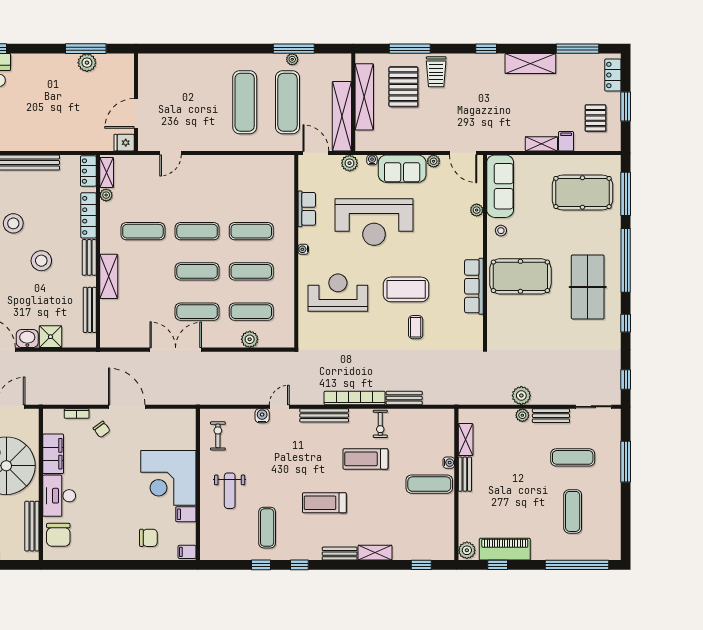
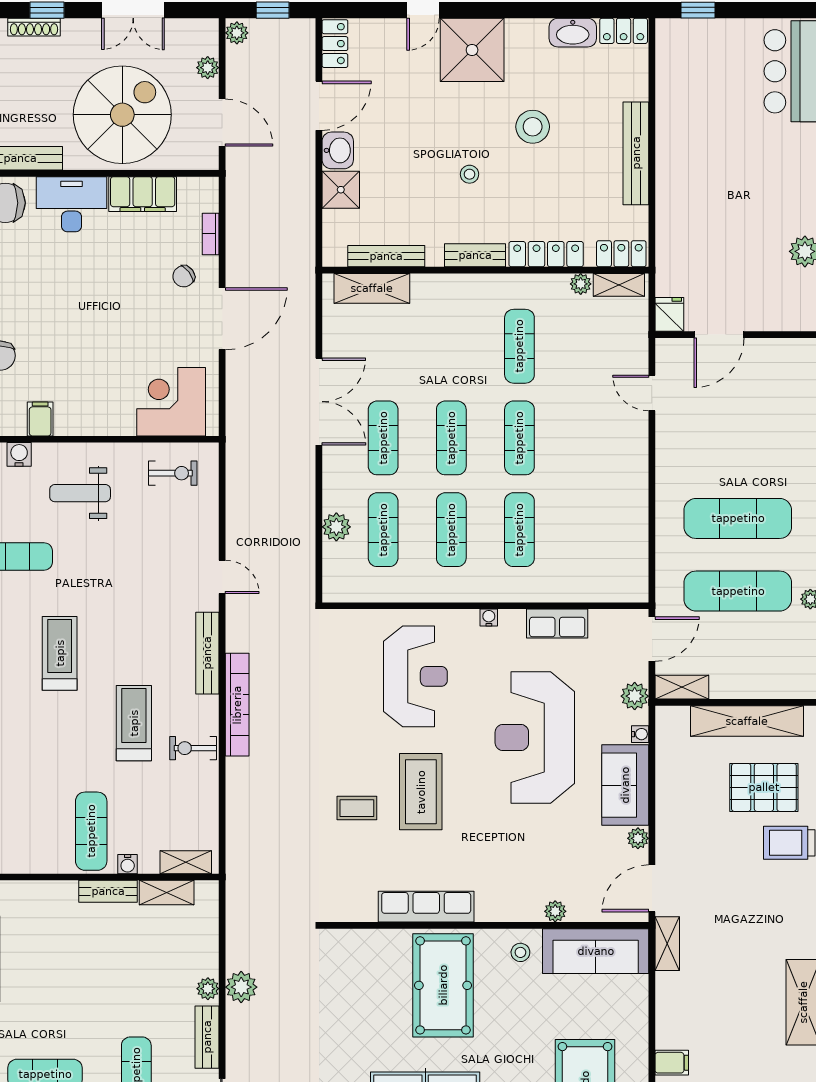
door: (136, 113) -> (719, 335), swing flipped
shelving: (342, 116) -> (682, 687), width x0.45, depth x0.75
shelving: (541, 144) -> (667, 944), moved
stool: (41, 261) -> (470, 174), width x0.53, depth x0.53
shelving: (109, 276) -> (372, 288), moved
bench: (404, 398) -> (237, 788), removed
water cooler: (262, 416) -> (19, 454), moved, turned -90
shelving: (448, 428) -> (186, 862), added
corner desk: (168, 478) -> (171, 402), moved, width x0.74, depth x0.74

